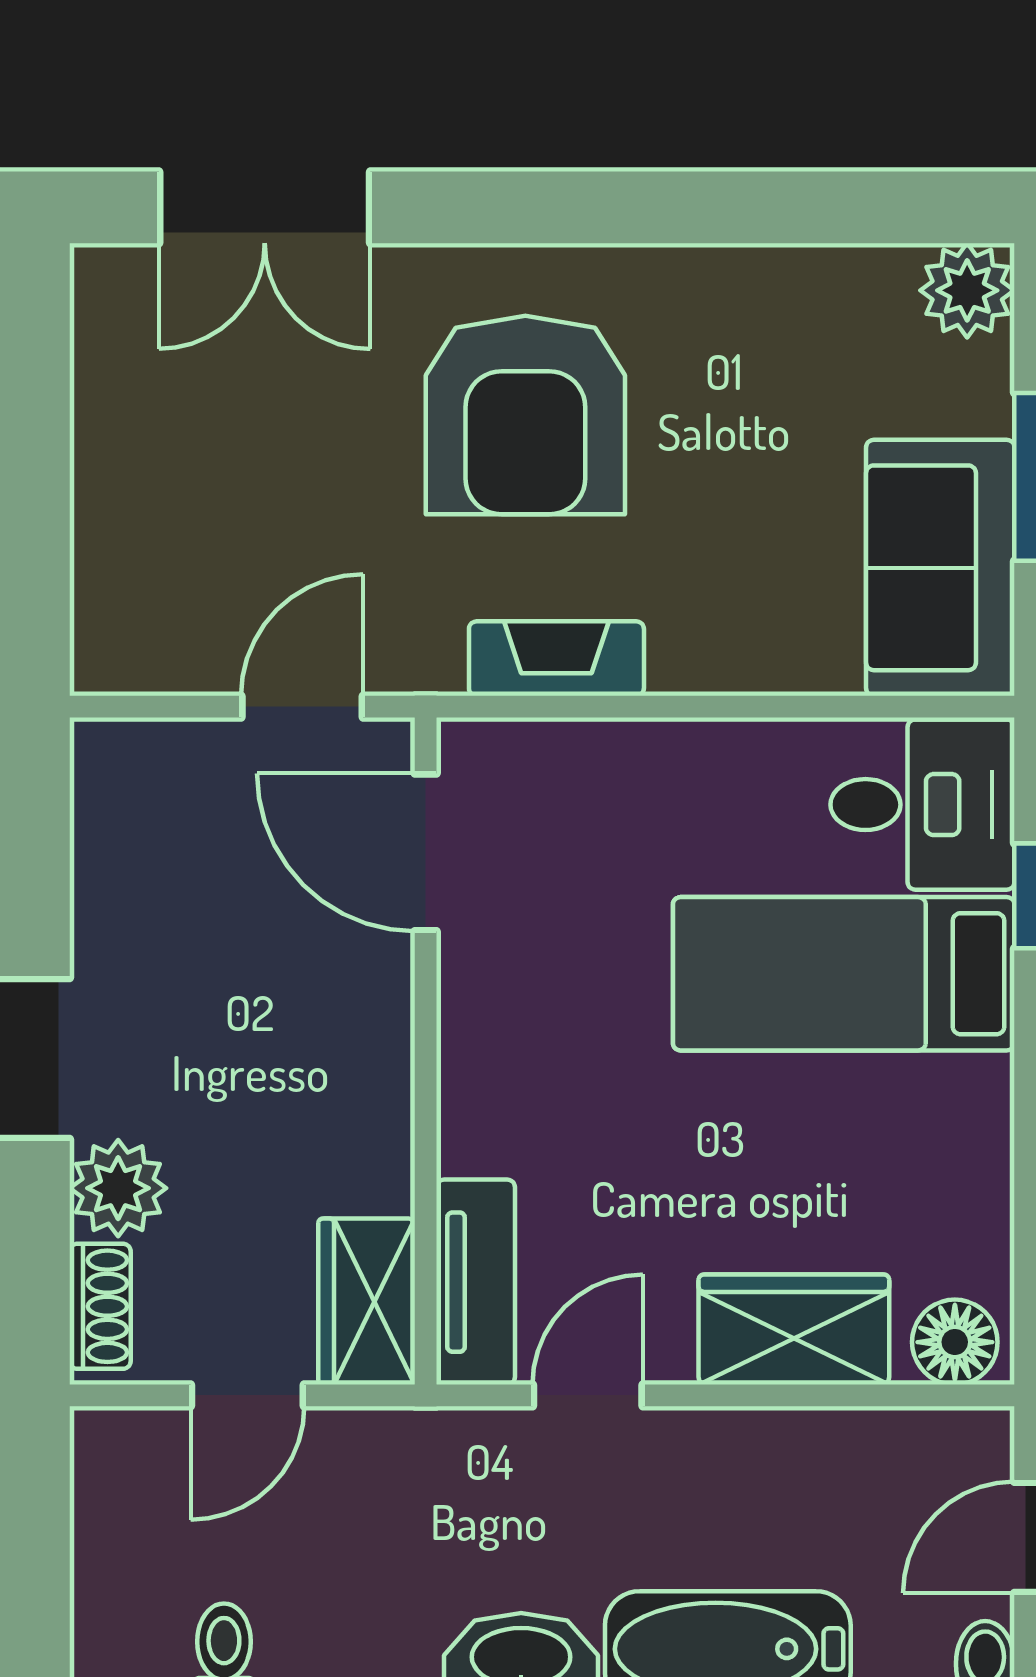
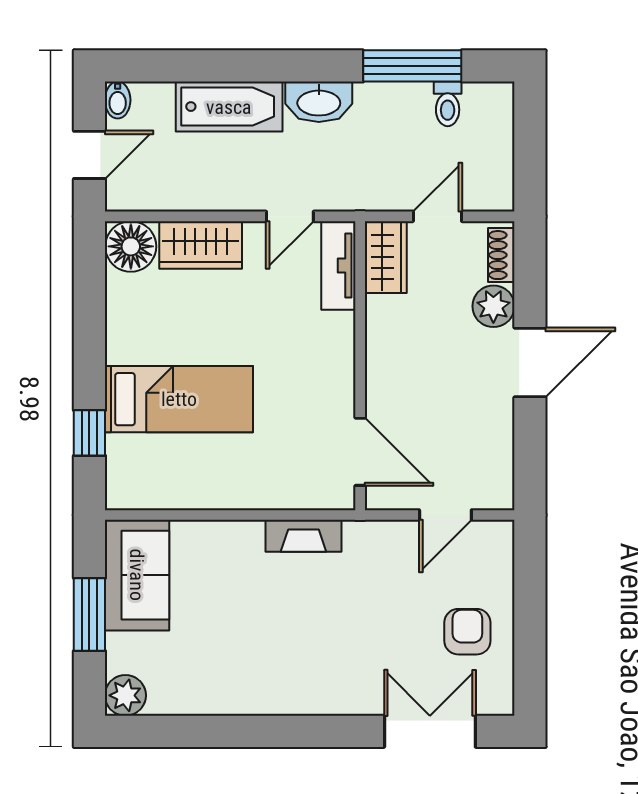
armchair: (525, 415) -> (467, 632), moved, width x0.53, depth x0.53
door: (302, 707) -> (445, 515), moved
desk: (922, 805) -> (145, 472), removed
floor lamp: (955, 1342) -> (131, 246), width x1.38, depth x1.38

